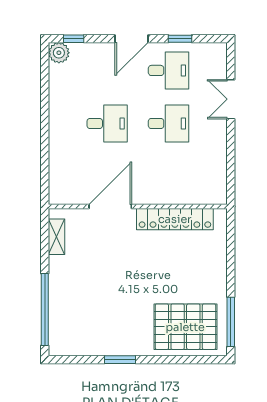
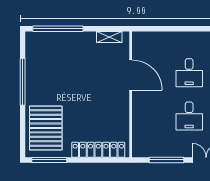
window: (231, 156) -> (166, 160), added
locker: (175, 219) -> (98, 150), moved, turned 90
window: (120, 360) -> (23, 82), width x2.11

